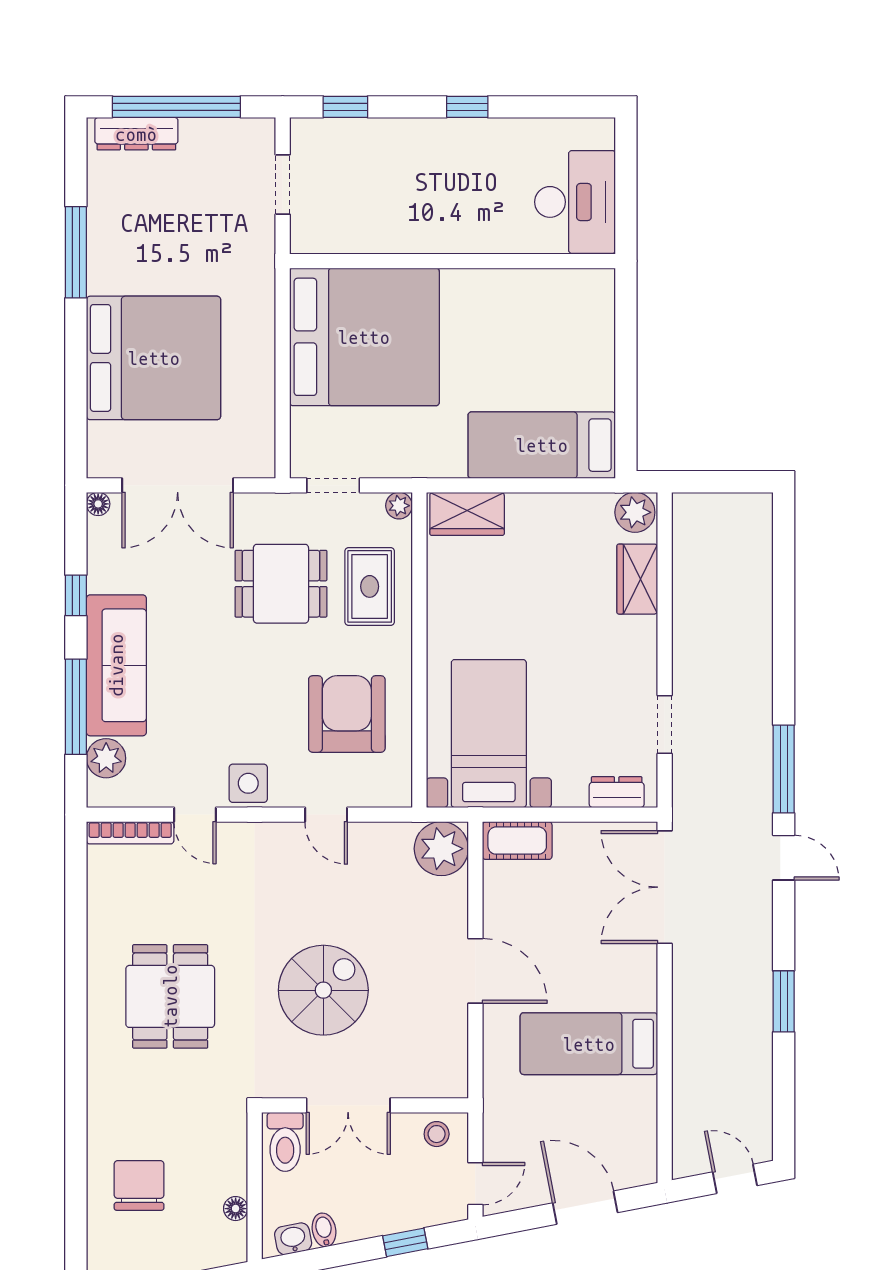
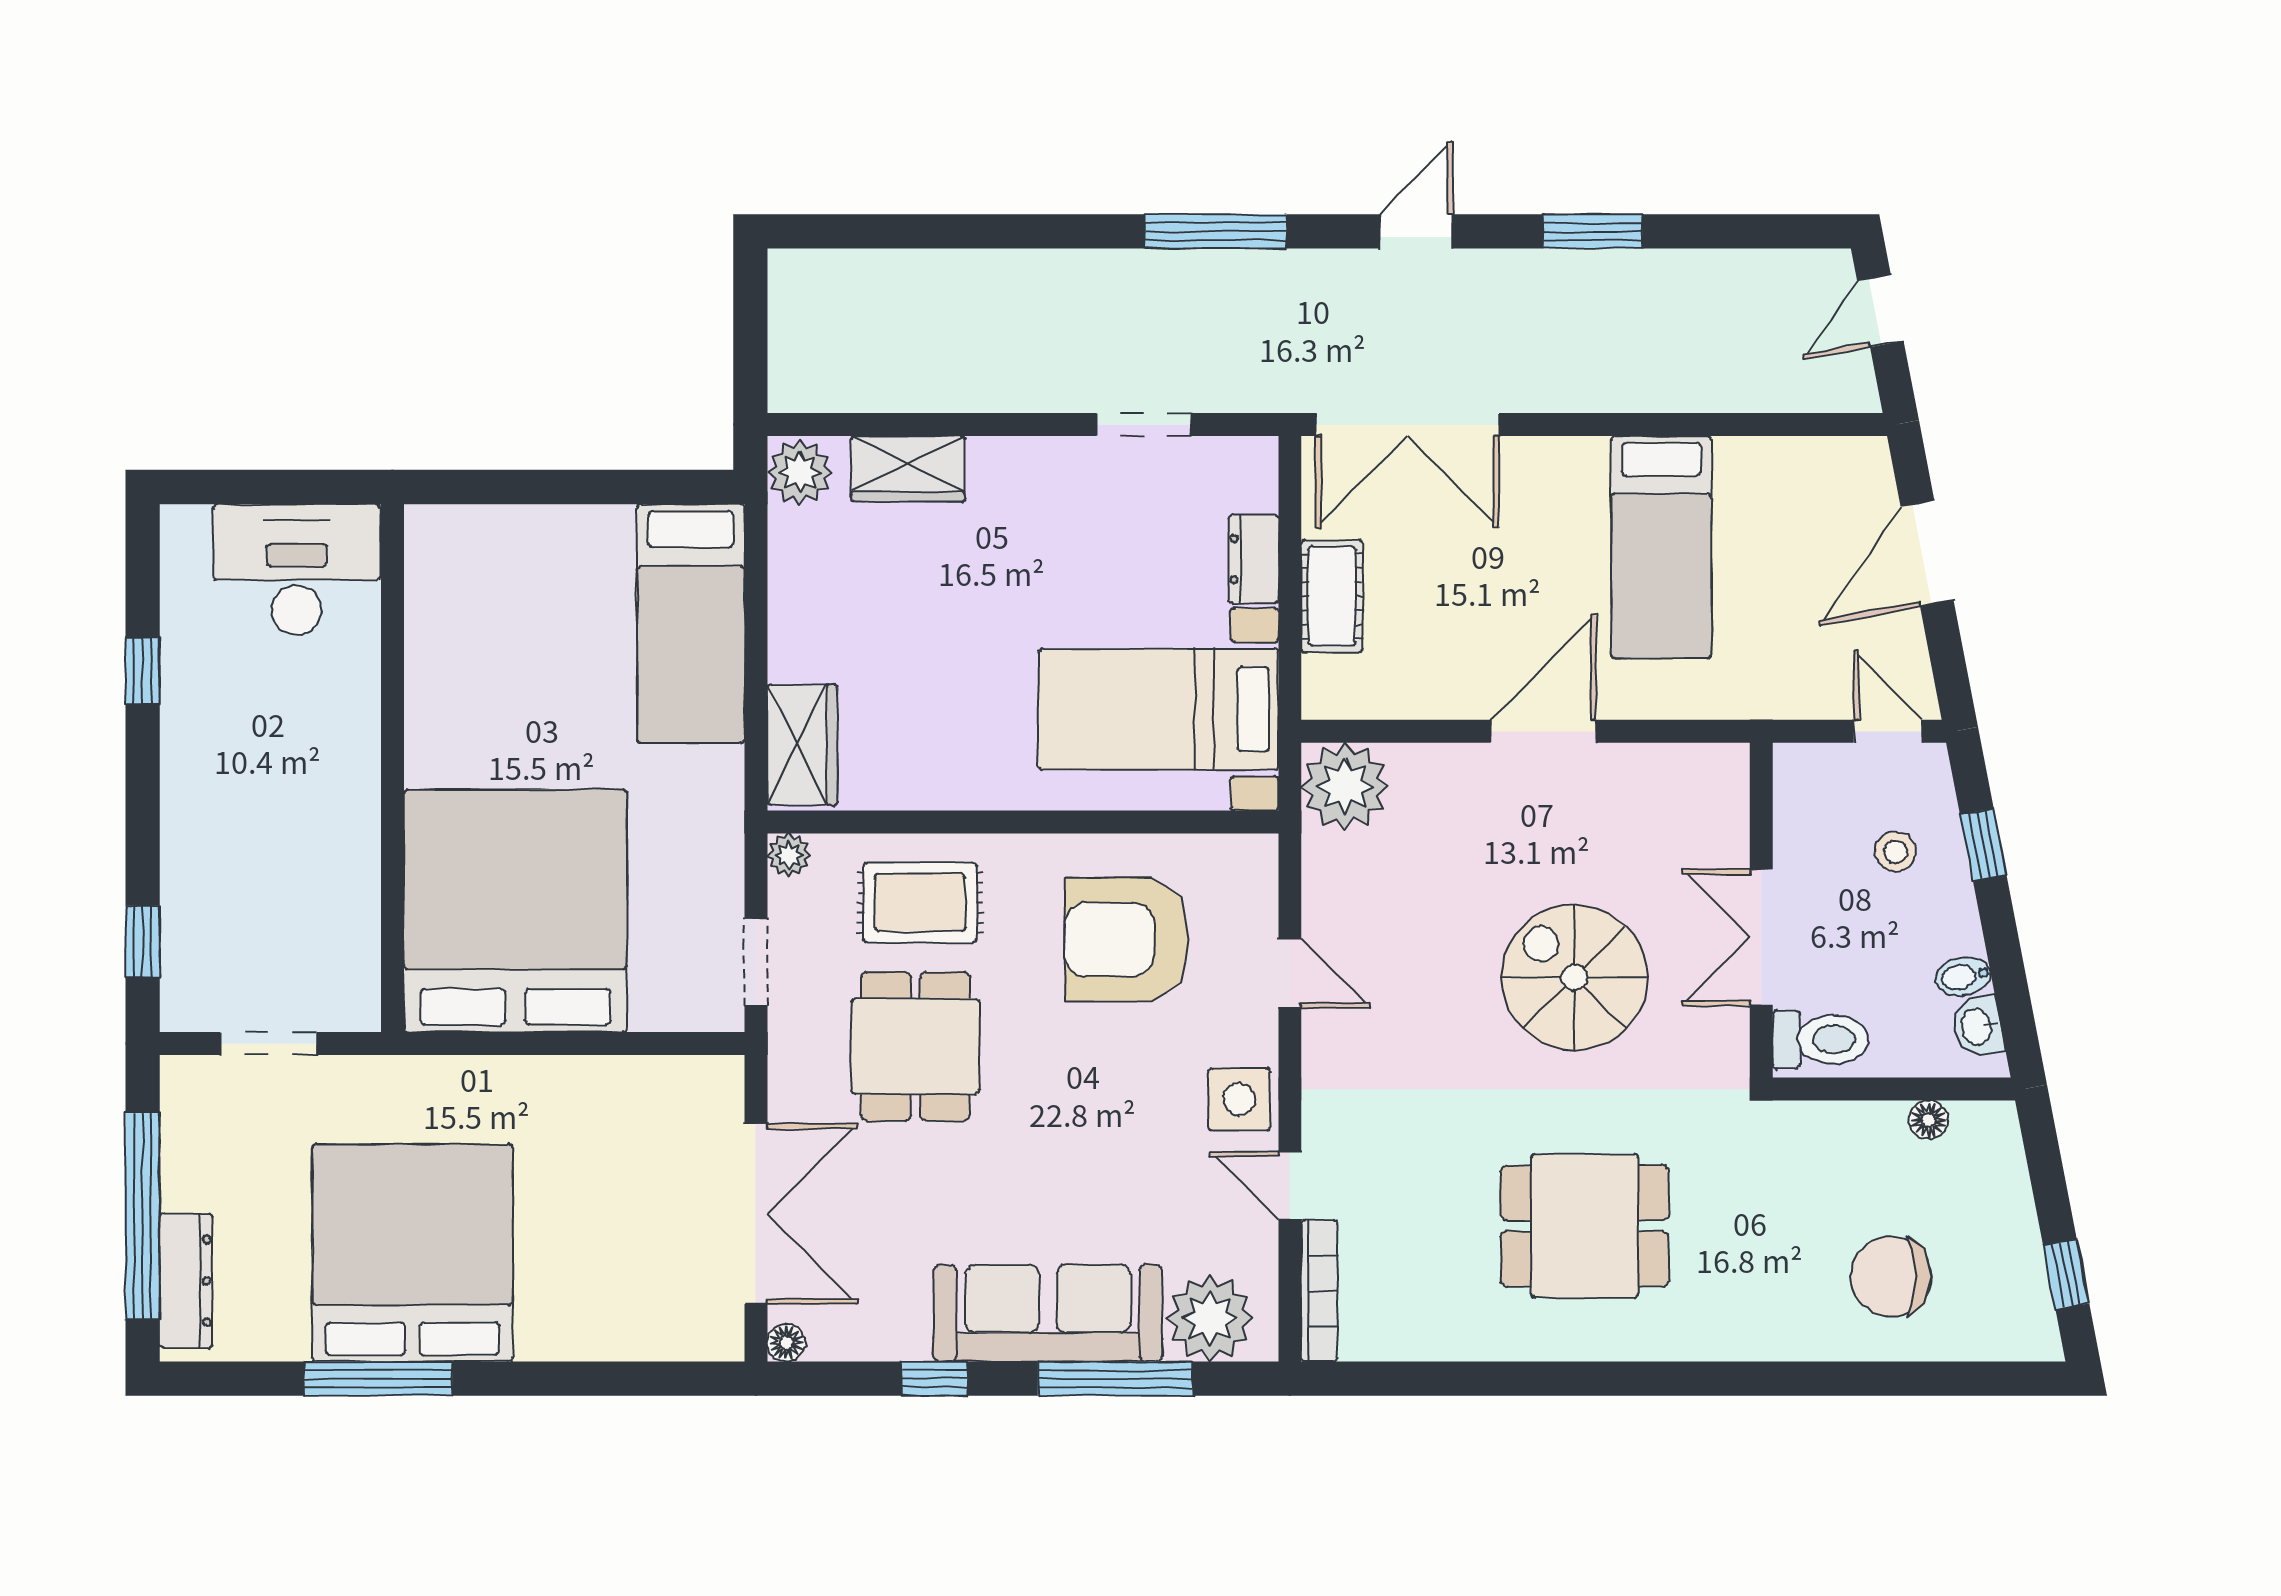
window: (467, 107) -> (143, 671), moved
bed: (154, 358) -> (412, 1253), moved
plant: (106, 758) -> (1210, 1318), width x1.36, depth x1.36
dresser: (617, 792) -> (1254, 559), moved
door: (195, 815) -> (1290, 1186), swing flipped
door: (326, 815) -> (1290, 973), hinge flipped
cot: (517, 841) -> (1332, 596), moved
door: (784, 858) -> (1416, 231), moved
double door: (348, 1105) -> (1761, 937), swing flipped
stool: (437, 1134) -> (1895, 852), moved

